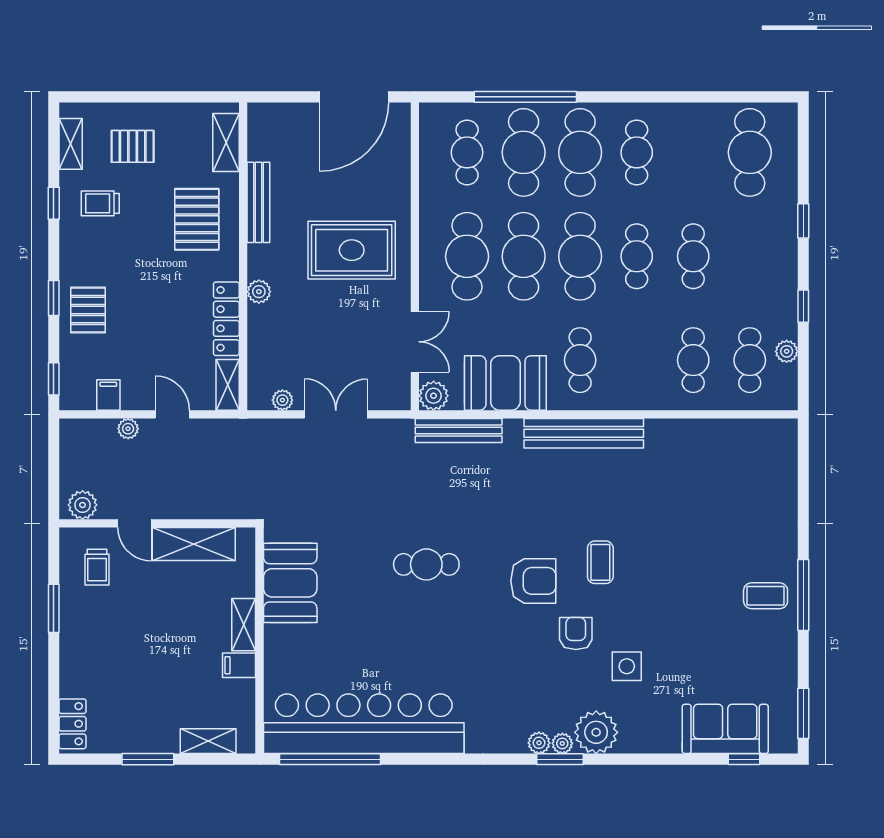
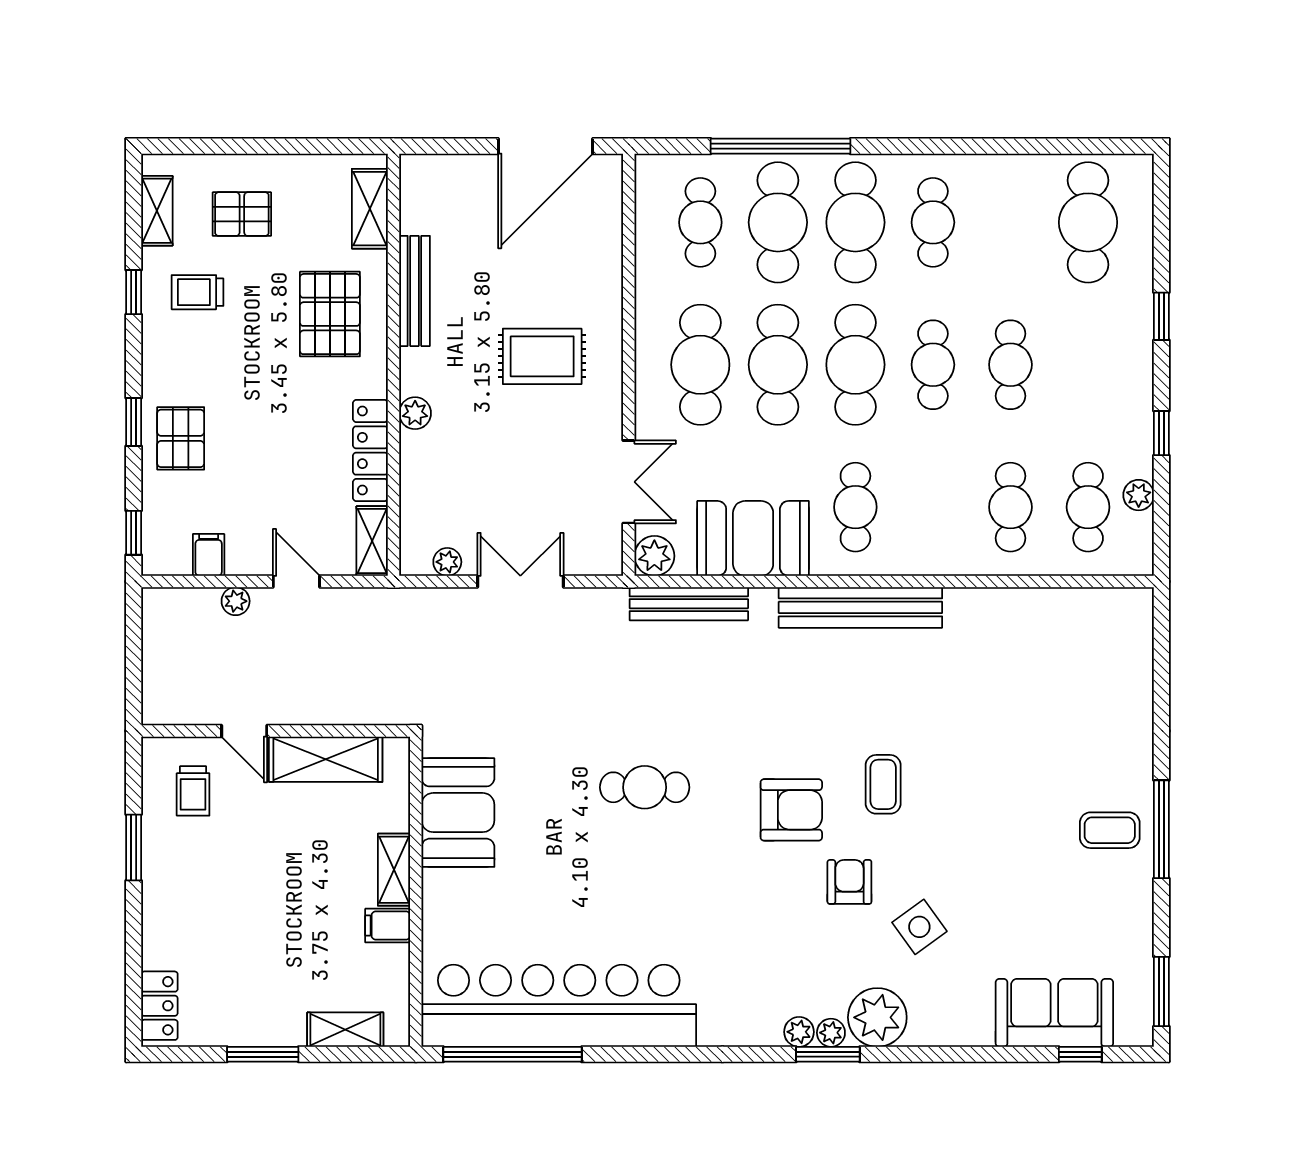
rug: (352, 250) -> (542, 356), width x0.73, depth x0.70
plant: (83, 505) -> (173, 706), removed
side table: (627, 666) -> (919, 927), turned -36

